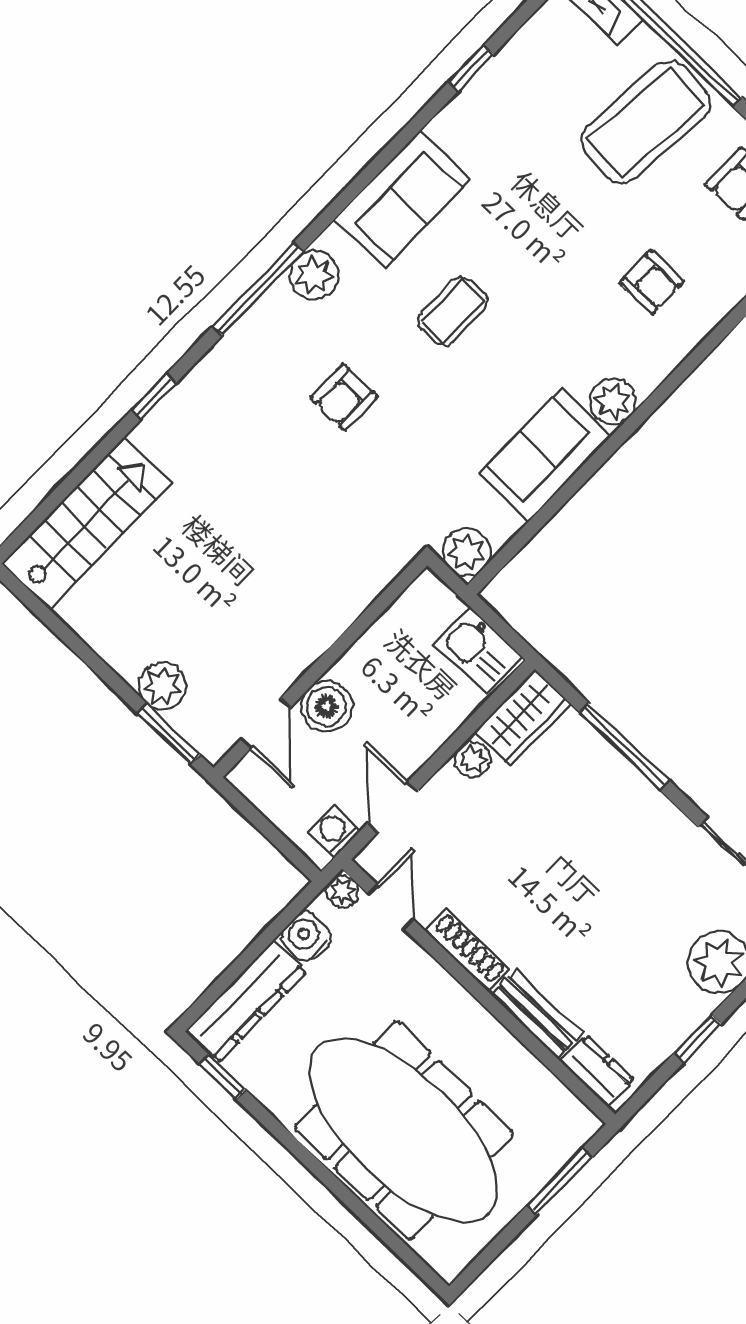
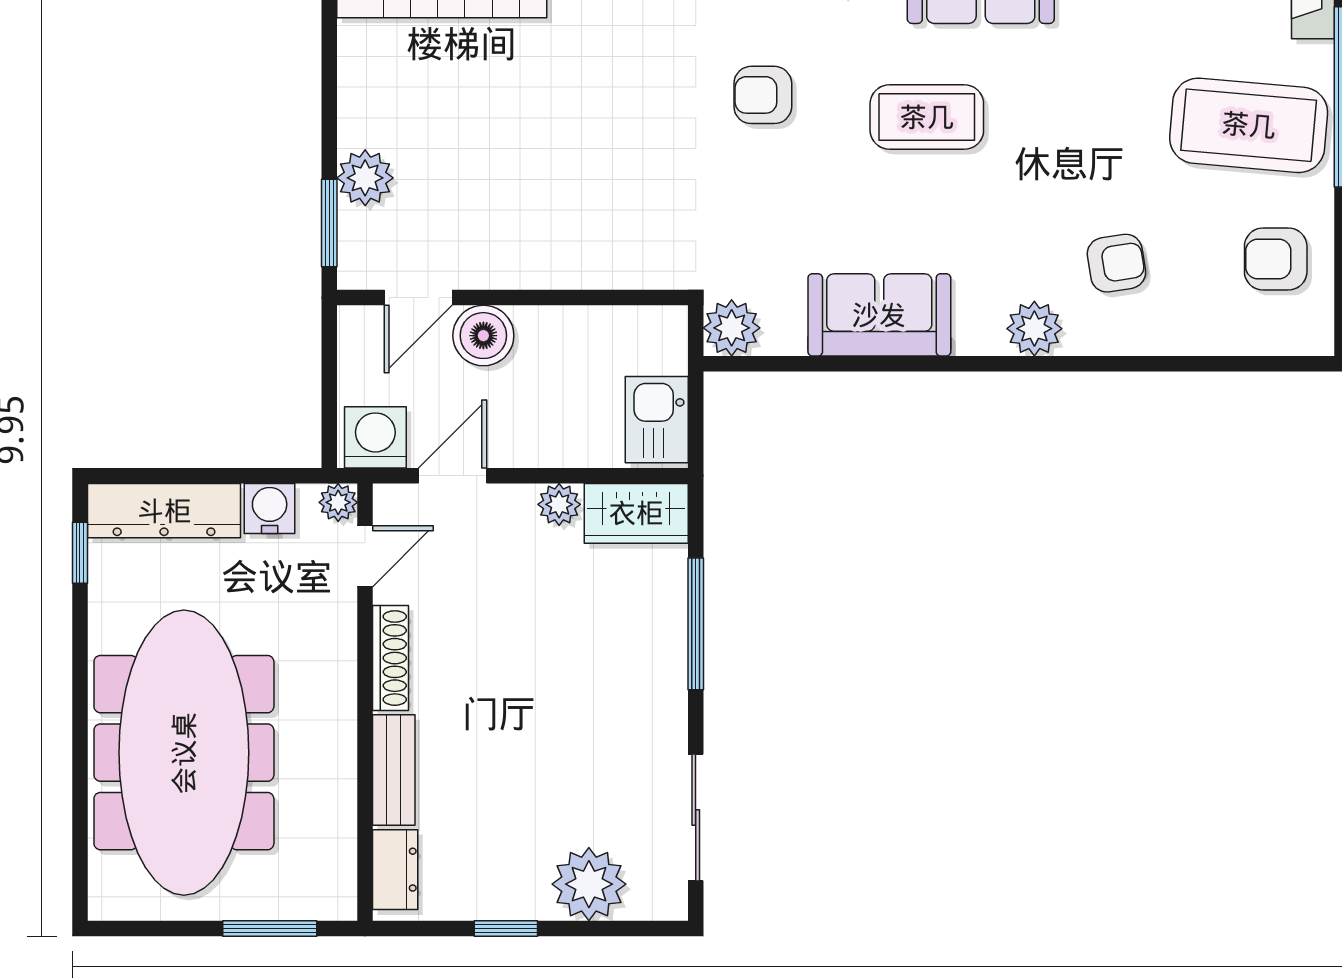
armchair: (652, 282) -> (1116, 263), turned -99
coffee table: (453, 311) -> (927, 117), width x1.36, depth x1.30
plant: (613, 401) -> (1034, 329), moved
washing machine: (335, 831) -> (375, 437), width x1.38, depth x1.38

